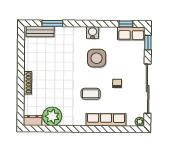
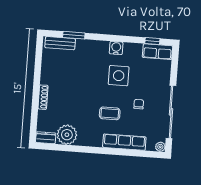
window: (148, 43) -> (175, 63), removed

